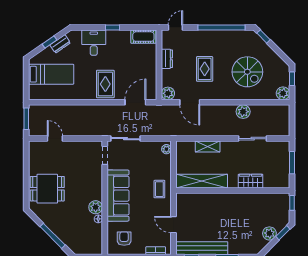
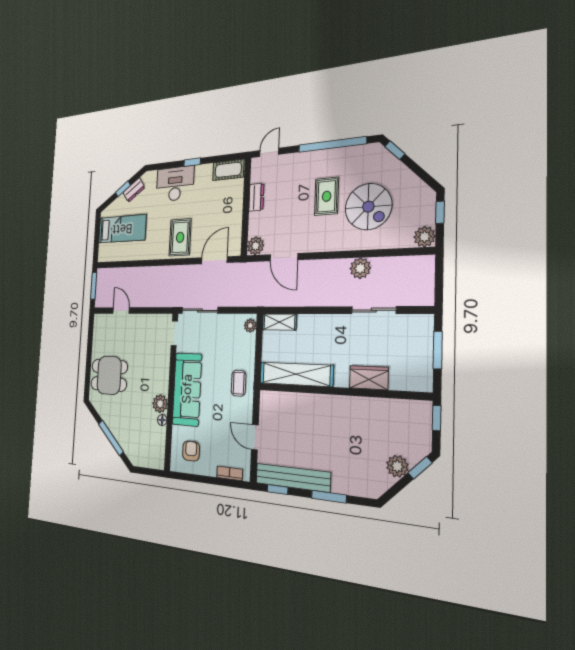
desk: (94, 43) -> (175, 184), width x1.37
rug: (205, 69) -> (327, 196), moved
shelving: (208, 146) -> (279, 322), moved

